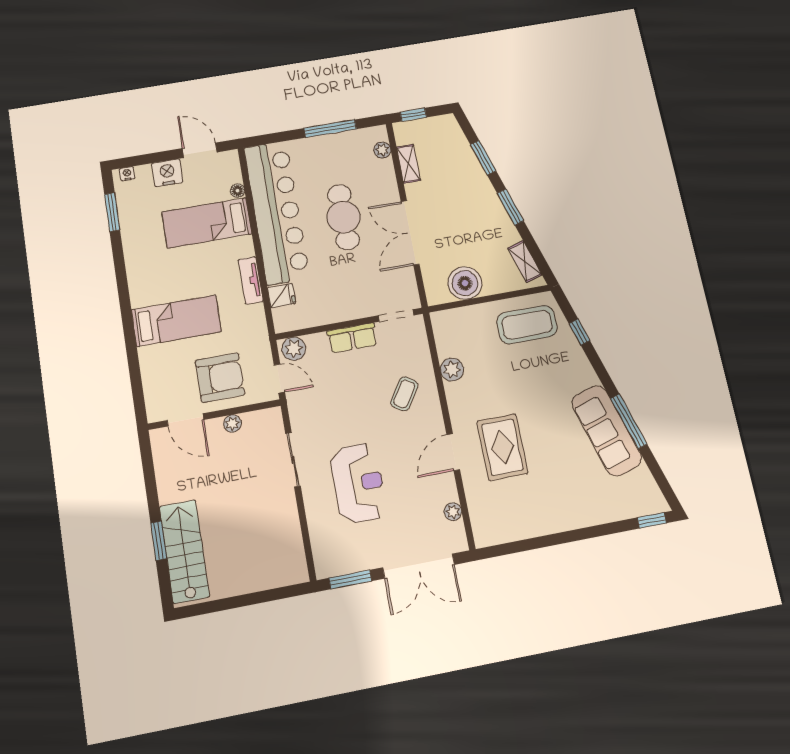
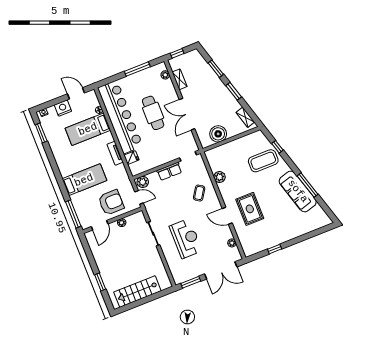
coffee table: (527, 325) -> (263, 161), moved
window: (137, 386) -> (73, 214), added
door: (186, 420) -> (100, 225), hinge flipped
door: (453, 452) -> (227, 216), hinge flipped
window: (652, 520) -> (275, 249), moved
stairs: (184, 551) -> (137, 292), moved, turned -90

